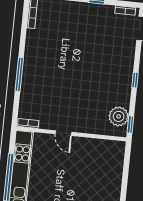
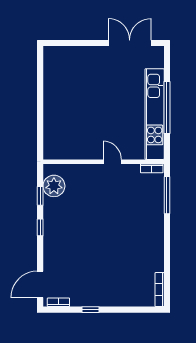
window: (19, 74) -> (167, 195), moved
window: (130, 124) -> (40, 196), moved

